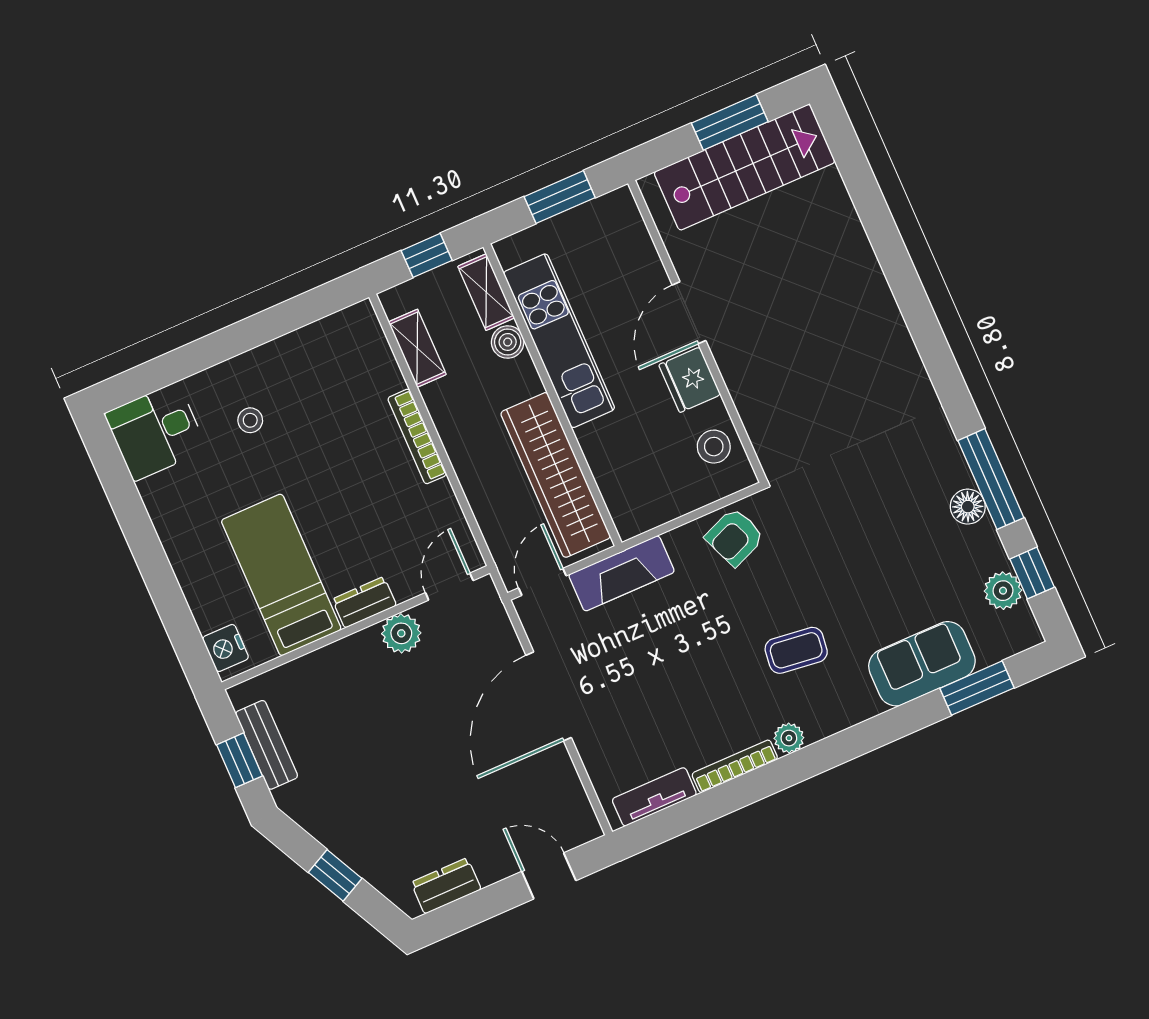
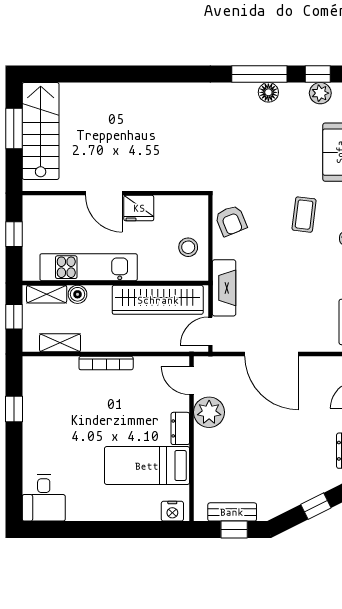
window: (560, 197) -> (14, 234), width x0.67
window: (278, 321) -> (14, 409), added
stool: (250, 420) -> (59, 446), removed
stool: (714, 447) -> (188, 247), moved
door: (542, 582) -> (210, 331), hinge flipped
plant: (401, 633) -> (209, 412), width x1.36, depth x1.36

